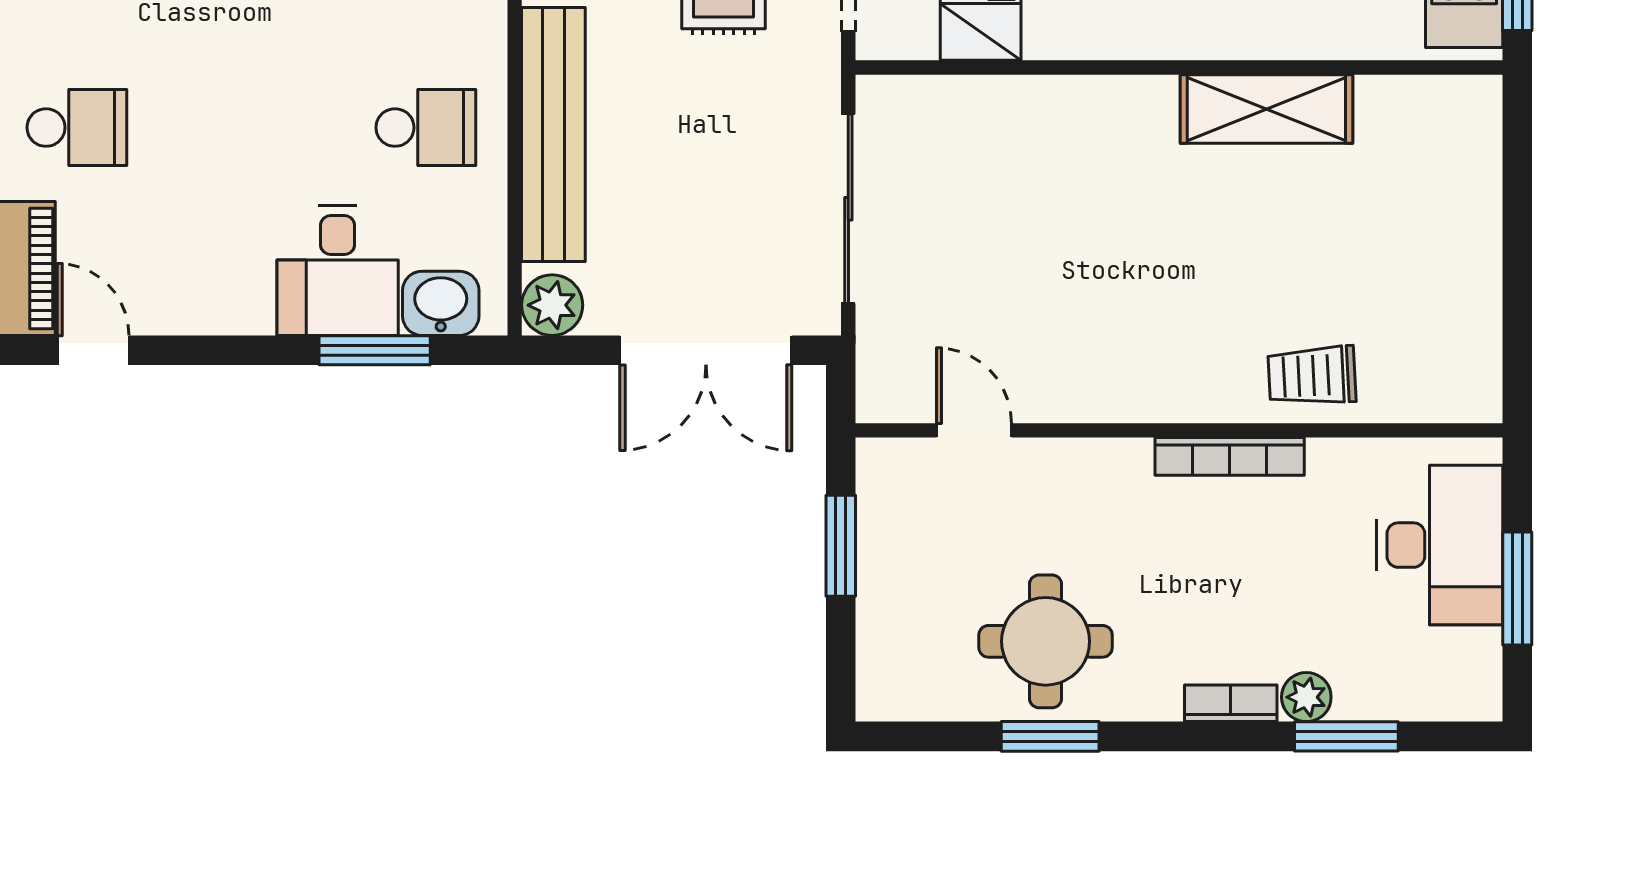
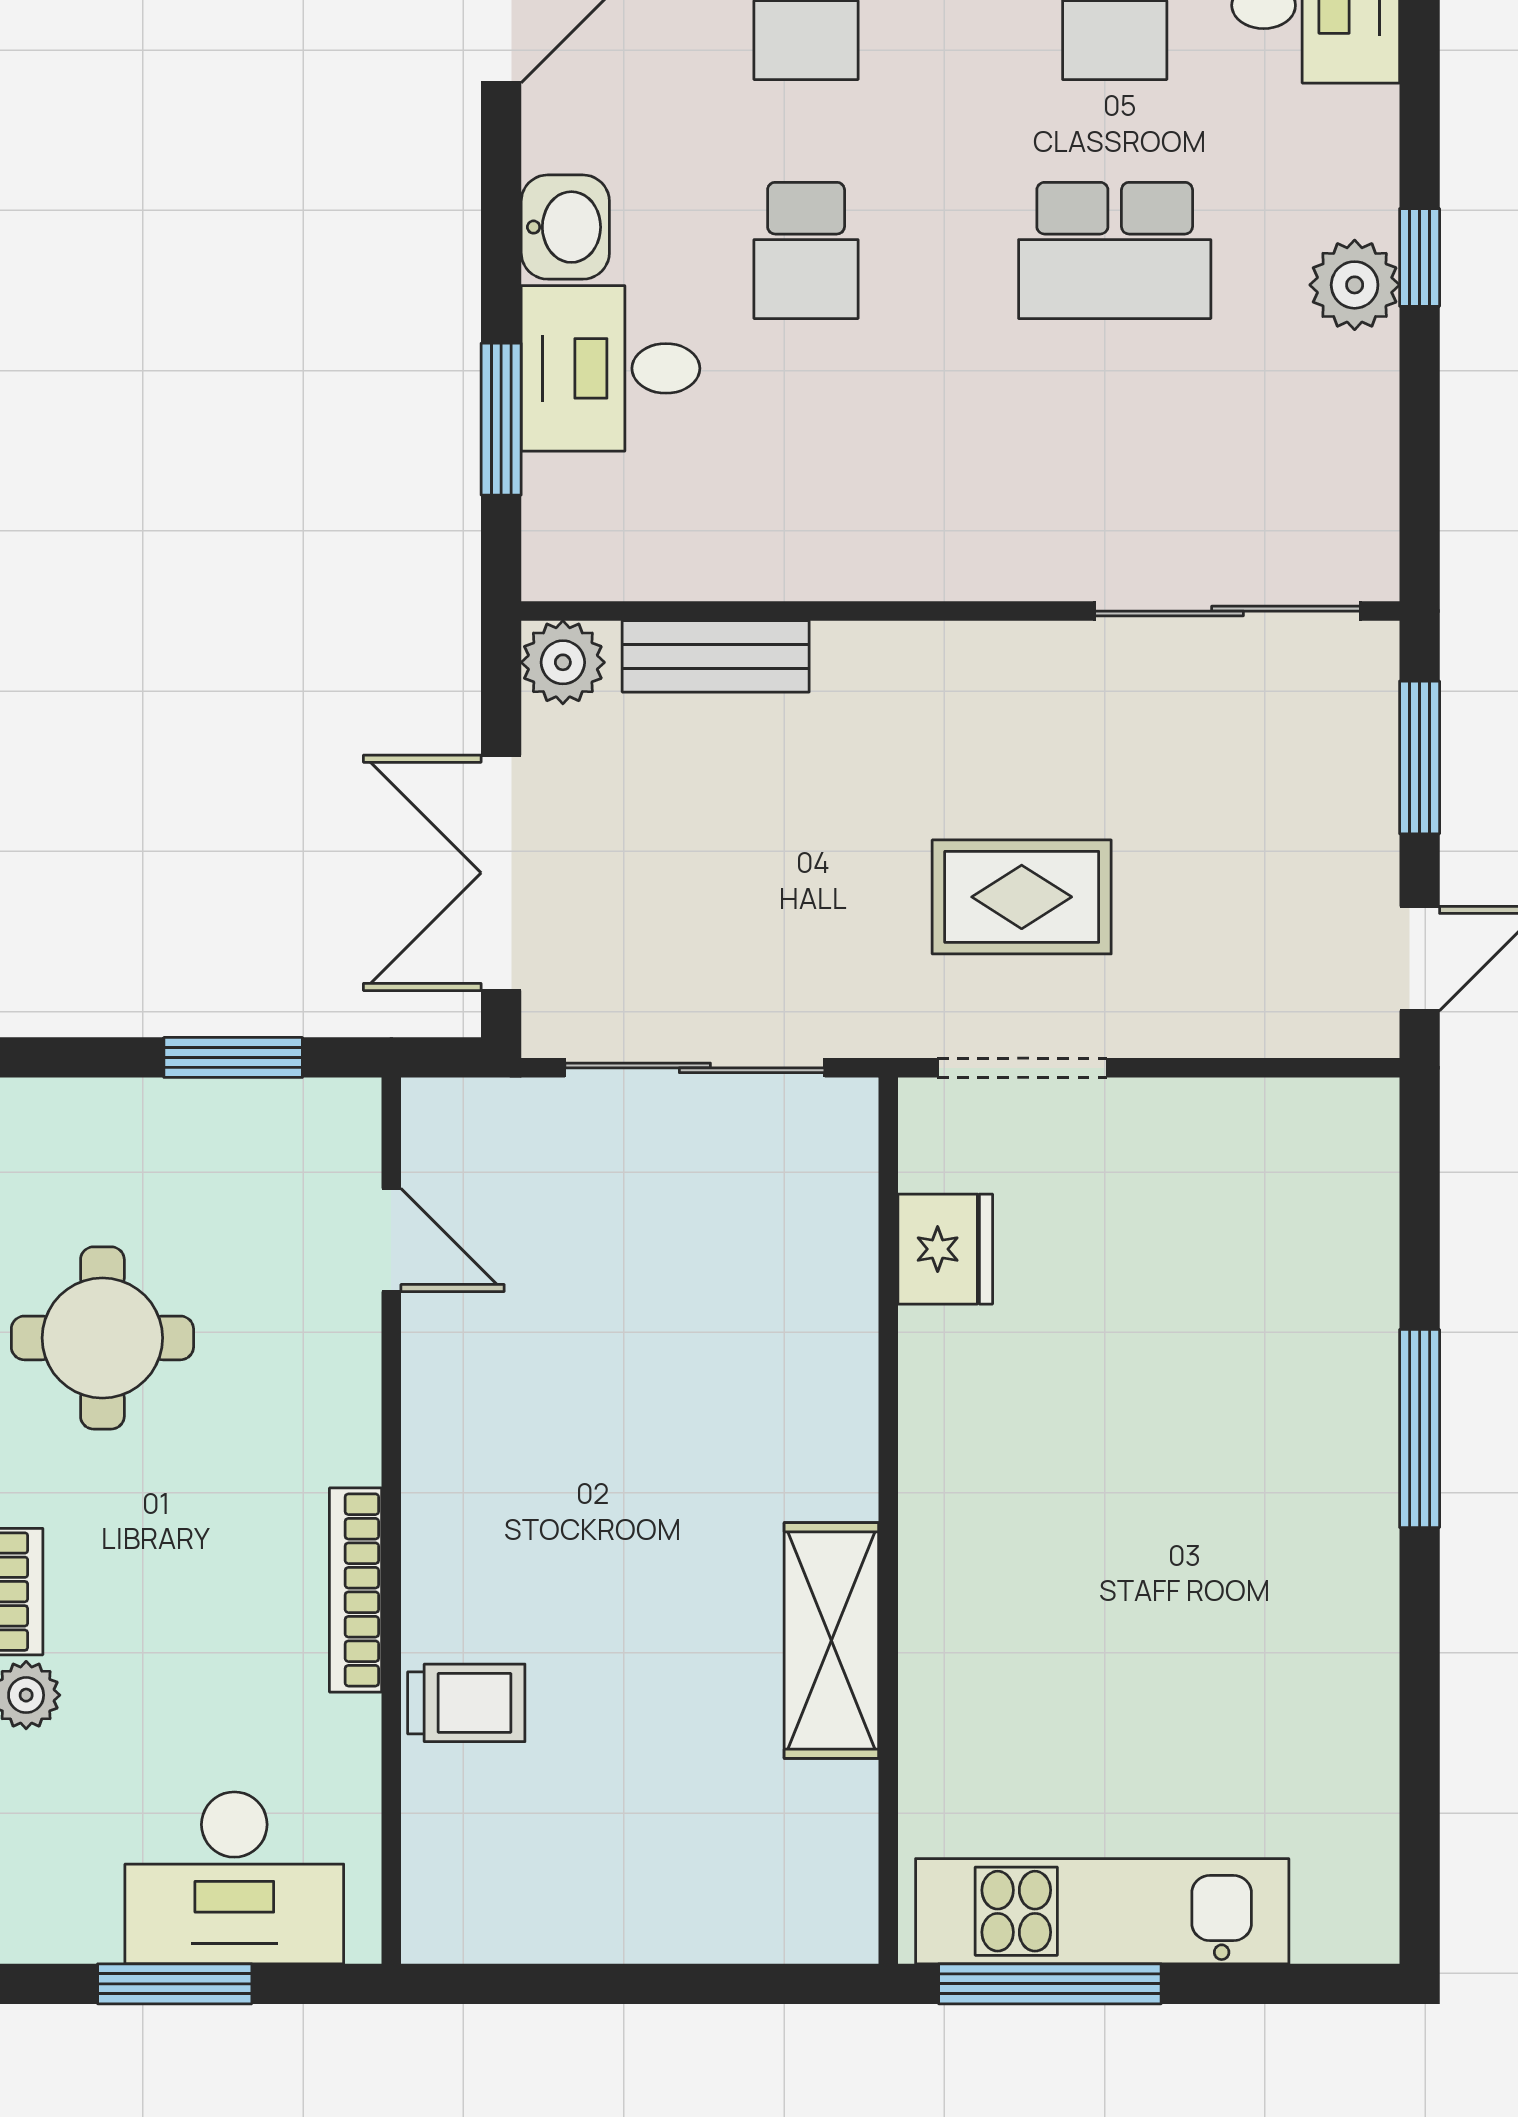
school desk: (426, 128) -> (806, 250), moved
bench: (553, 135) -> (716, 656), width x0.54, depth x0.82
washbasin: (441, 303) -> (565, 227), moved
trolley: (1312, 376) -> (466, 1703), turned 93
door: (974, 430) -> (391, 1240), hinge flipped

